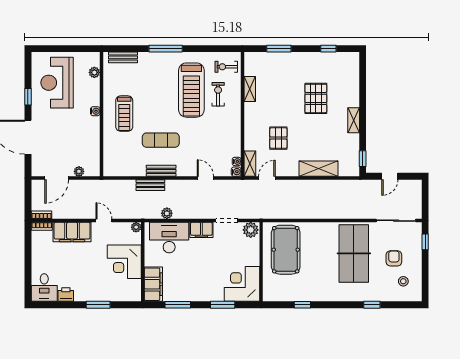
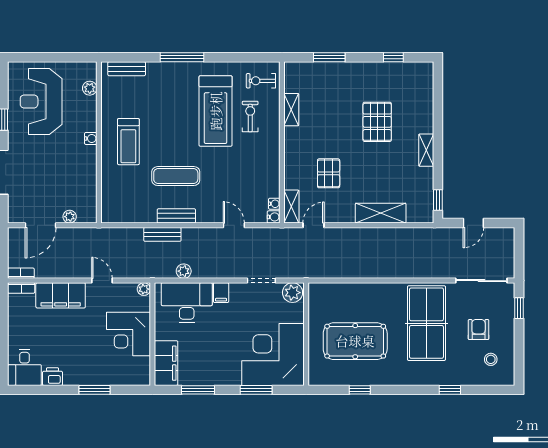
filing cabinet: (201, 230) -> (221, 293), width x0.50
pool table: (286, 250) -> (355, 341), moved, turned 90
corner desk: (242, 284) -> (273, 354), width x1.36, depth x1.36

